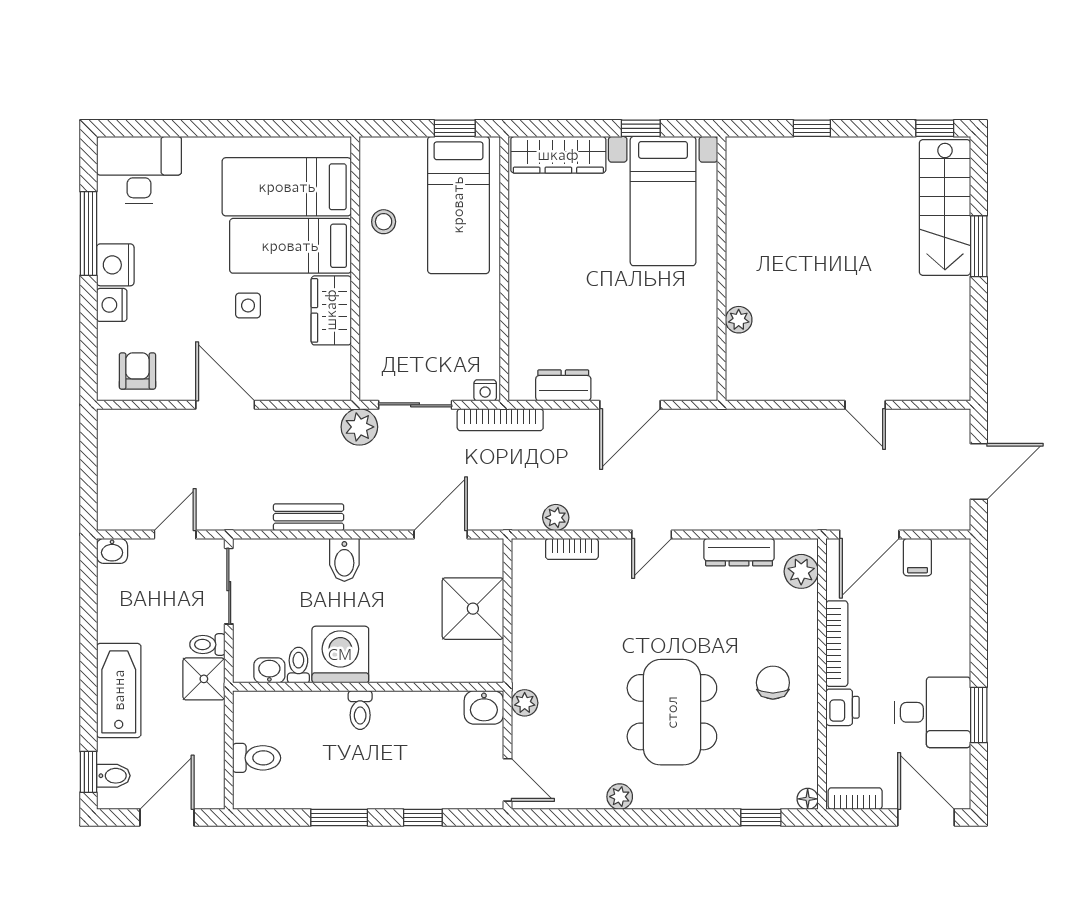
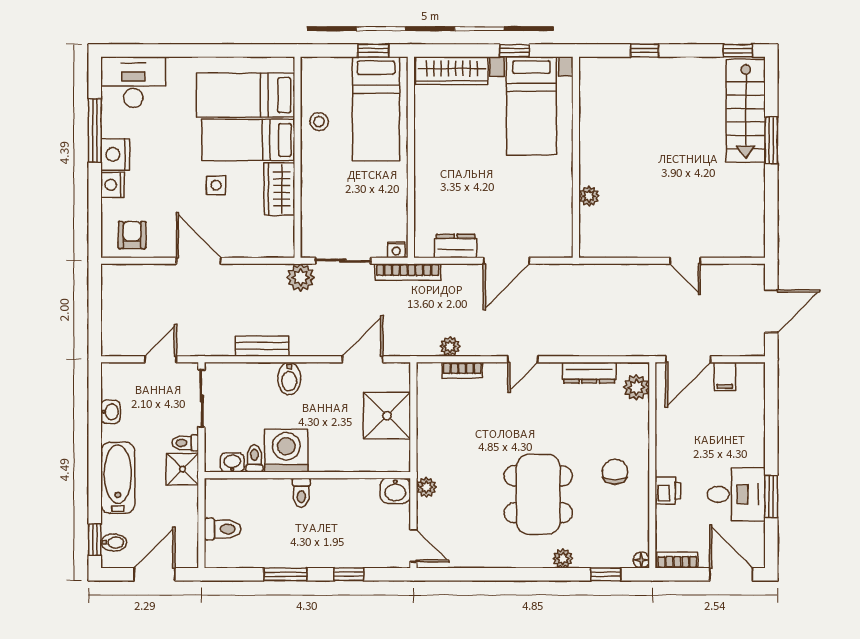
washbasin: (112, 551) -> (110, 412), moved, turned -90
bookcase: (837, 644) -> (664, 442), removed
plant: (620, 797) -> (563, 558), moved

